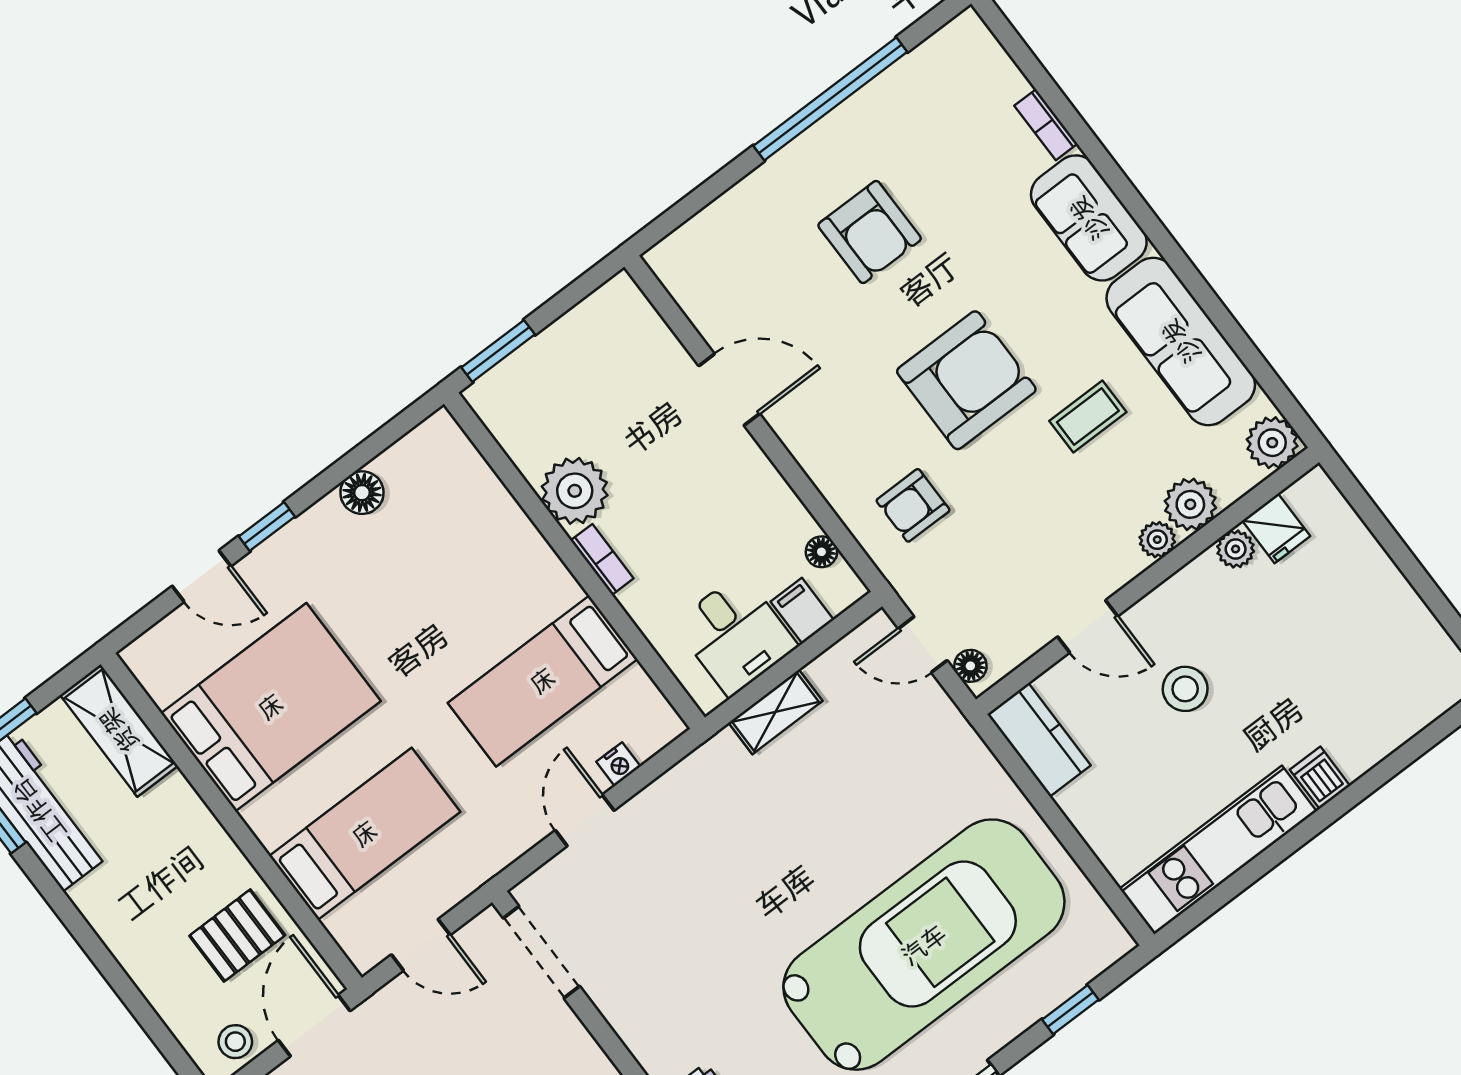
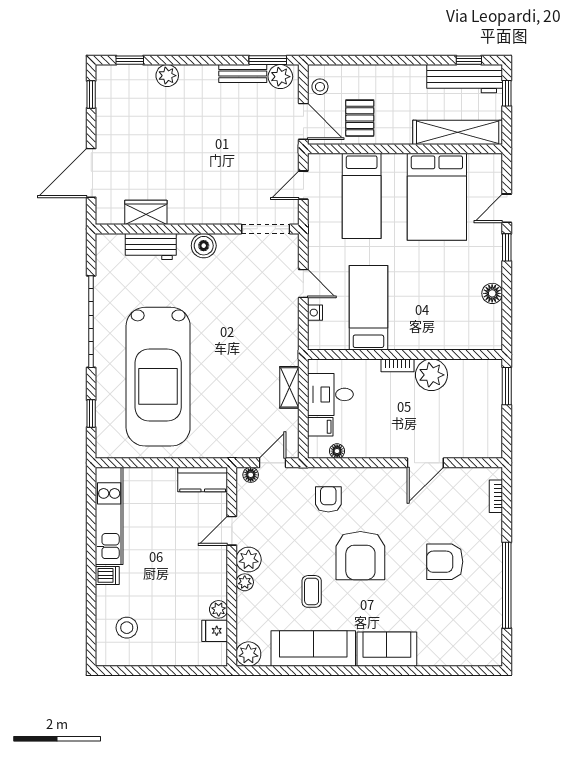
bookcase: (1046, 125) -> (496, 496), moved, turned -90
plant: (1190, 504) -> (249, 560), moved
stool: (1185, 689) -> (127, 628), moved
shelving: (119, 730) -> (458, 132), width x1.47
boiler: (648, 1034) -> (204, 246), added

